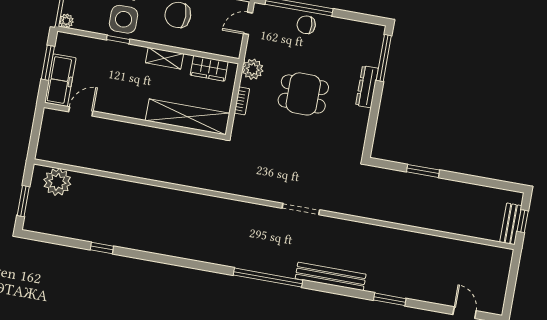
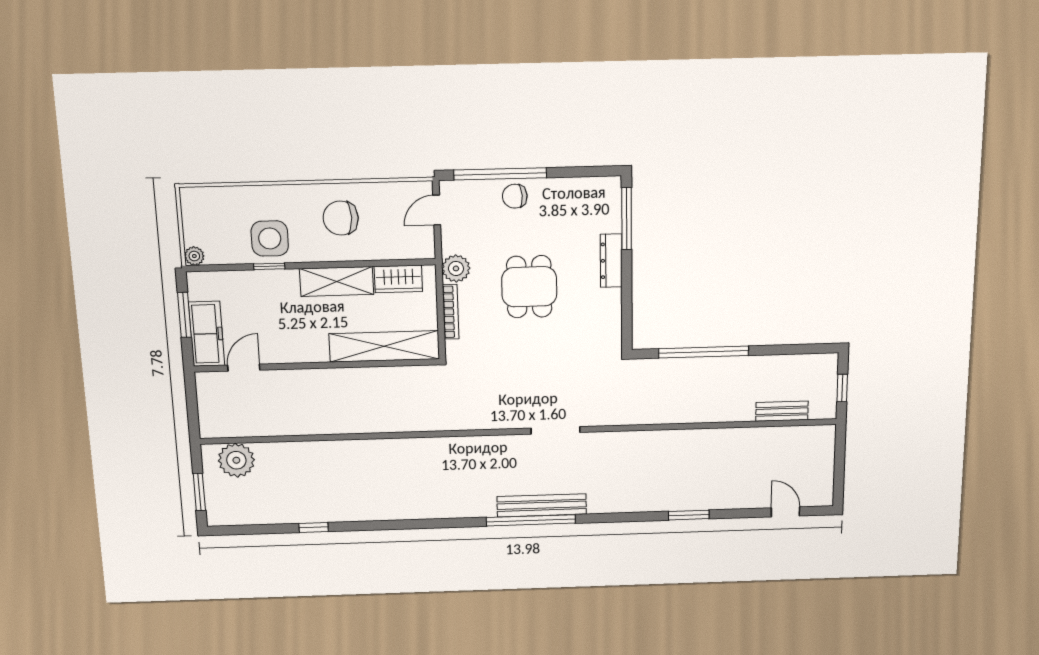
shelving: (165, 58) -> (337, 281), width x1.50, depth x1.33
dining table: (303, 94) -> (529, 287), turned 90
bookcase: (242, 101) -> (451, 312), width x1.56
window: (423, 171) -> (704, 352), width x2.11
bench: (511, 224) -> (782, 411), moved, turned 90
bench: (331, 276) -> (542, 505), moved

